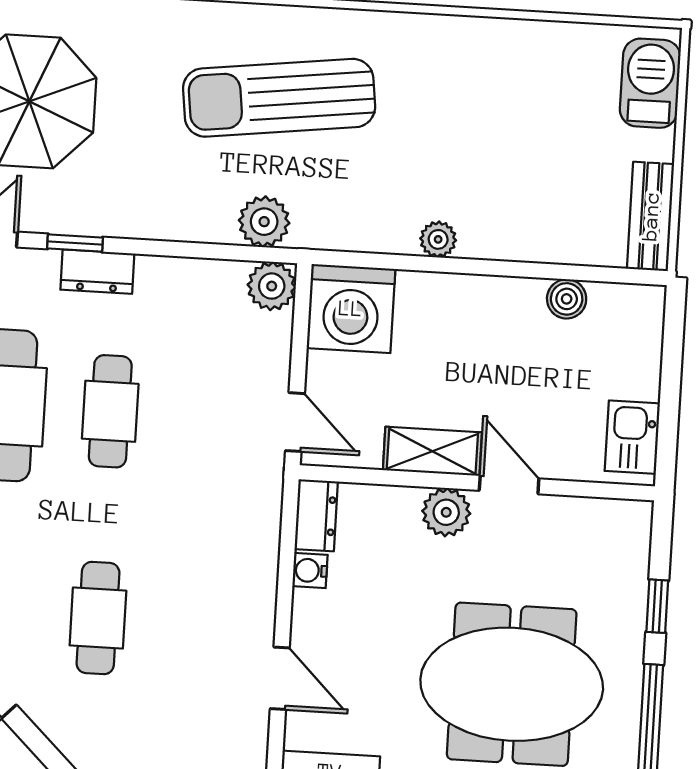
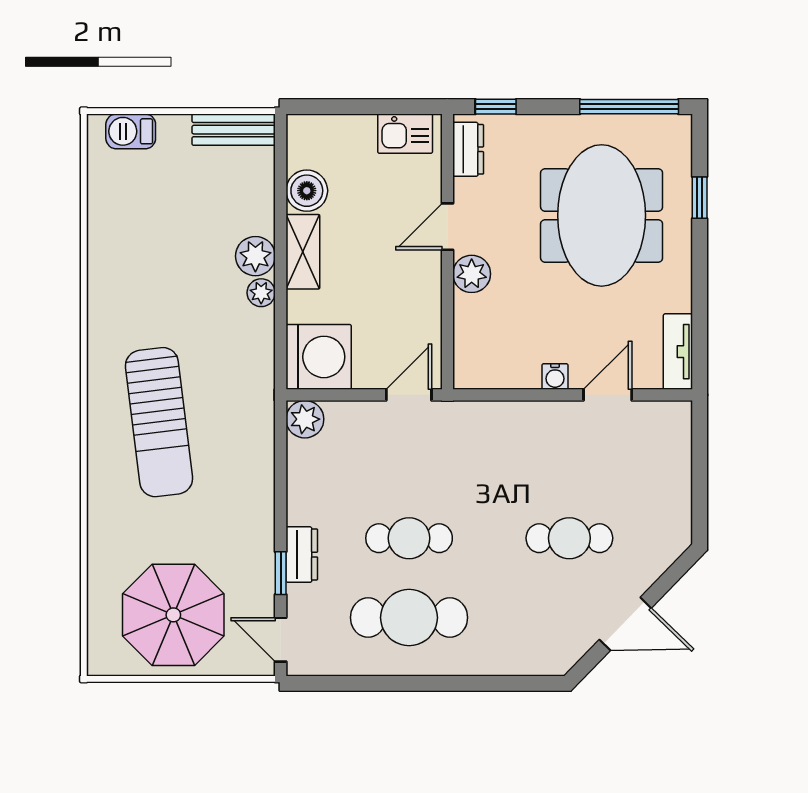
barbecue: (650, 83) -> (131, 131), width x0.73, depth x0.79
plant: (264, 222) -> (255, 256), moved
boiler: (567, 299) -> (307, 191), width x1.36, depth x1.36
shelving: (432, 451) -> (303, 252), moved
dresser: (316, 515) -> (468, 149), moved, turned 90
water cooler: (310, 571) -> (555, 377), moved
window: (657, 606) -> (496, 107), moved

